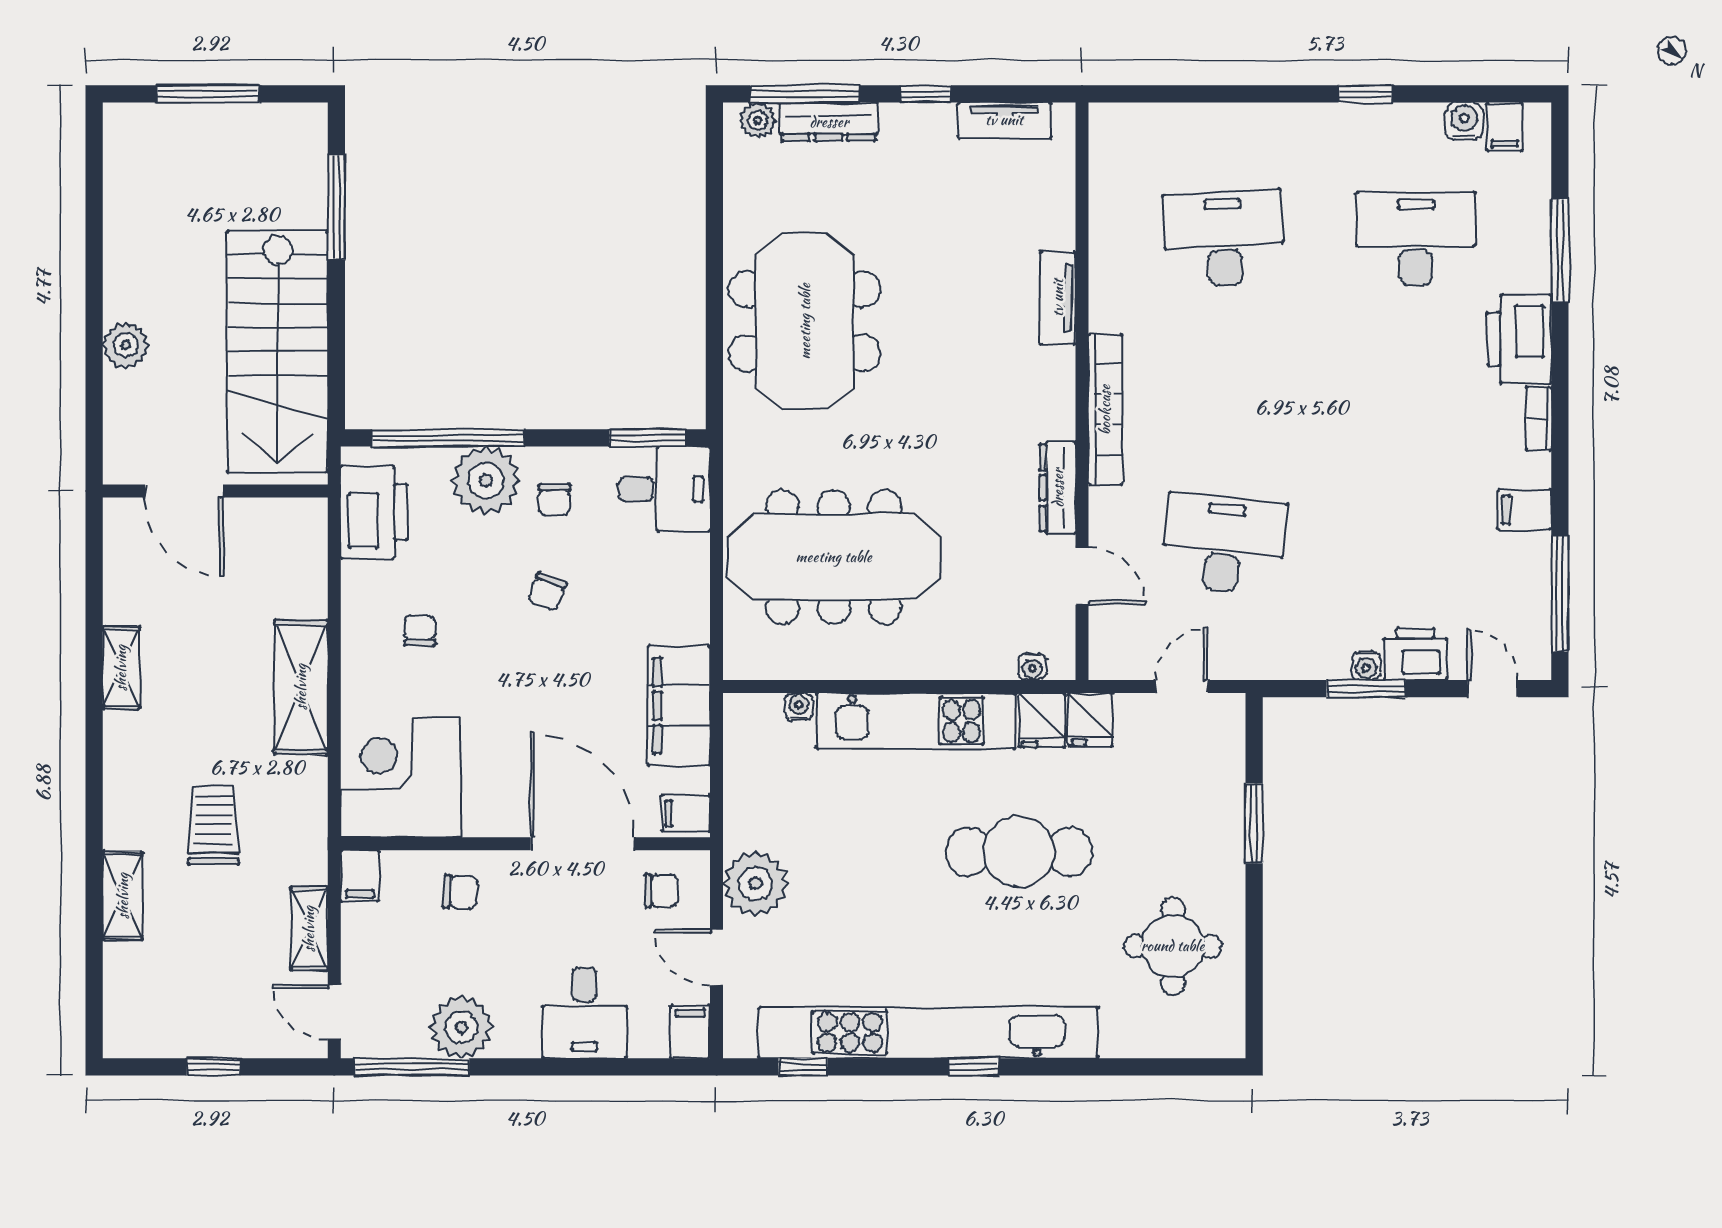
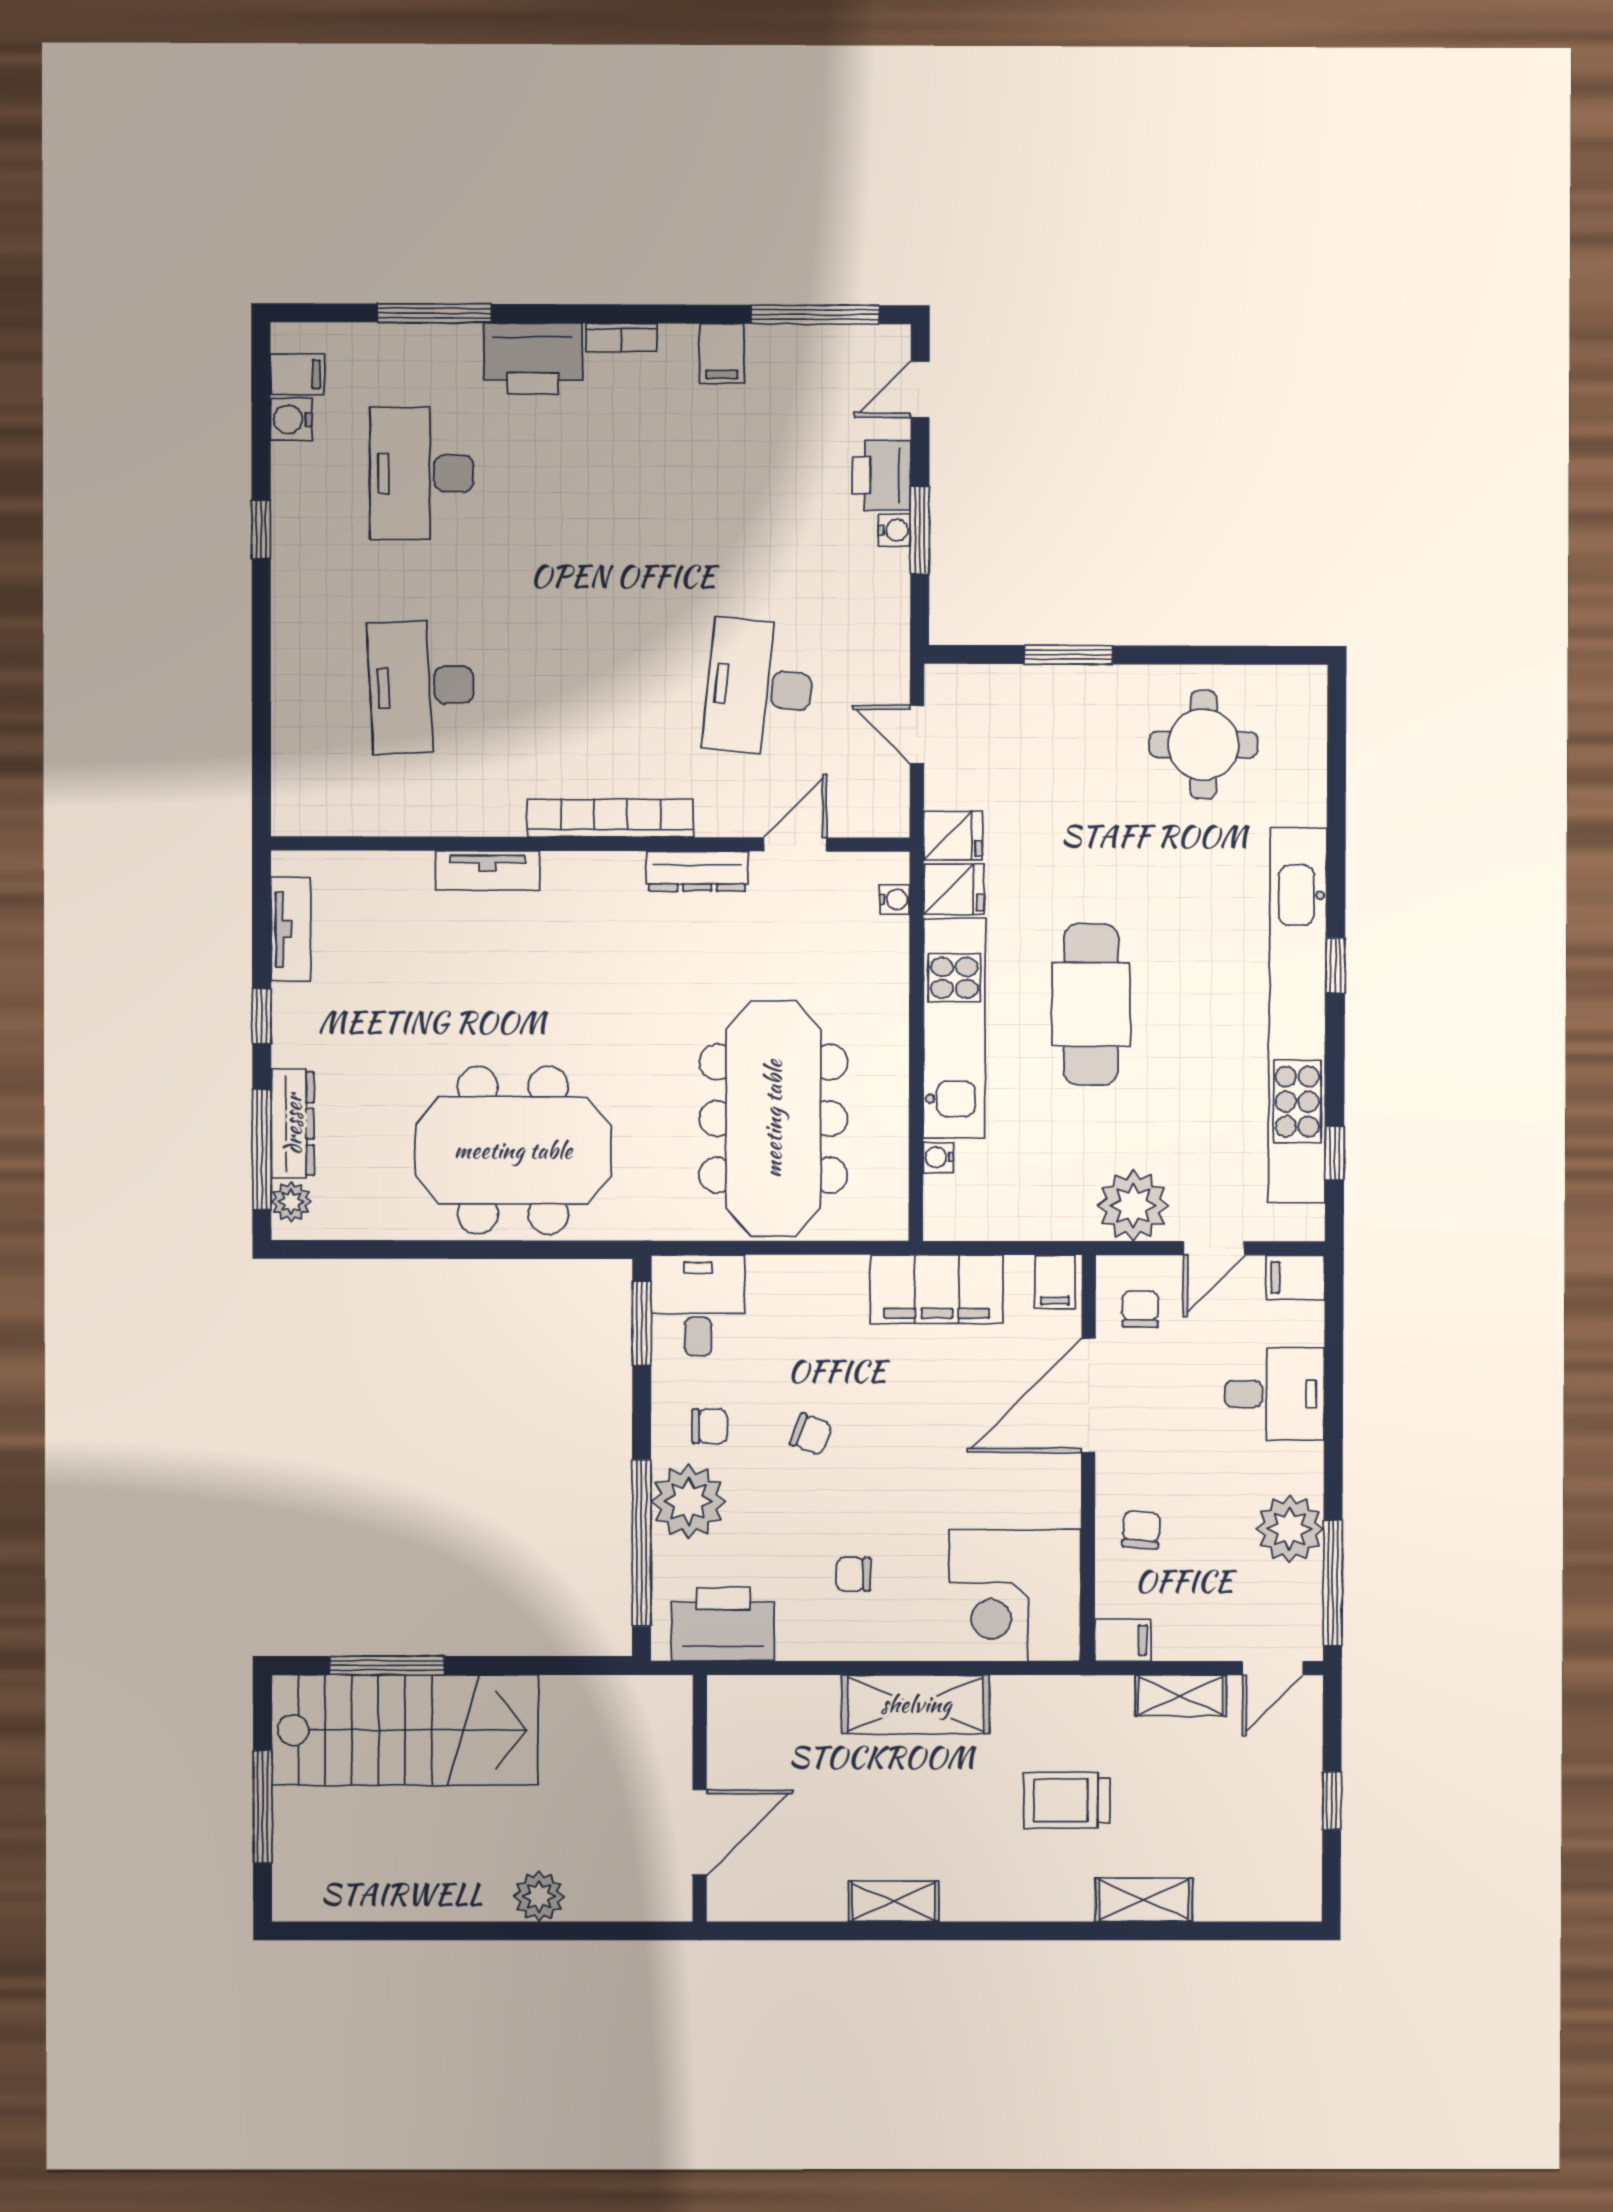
stairs: (277, 352) -> (405, 1730), moved
cafe table: (1019, 852) -> (1091, 1005), moved

